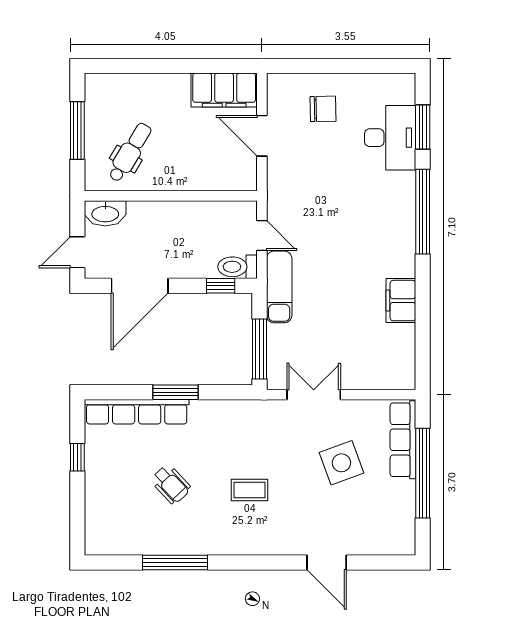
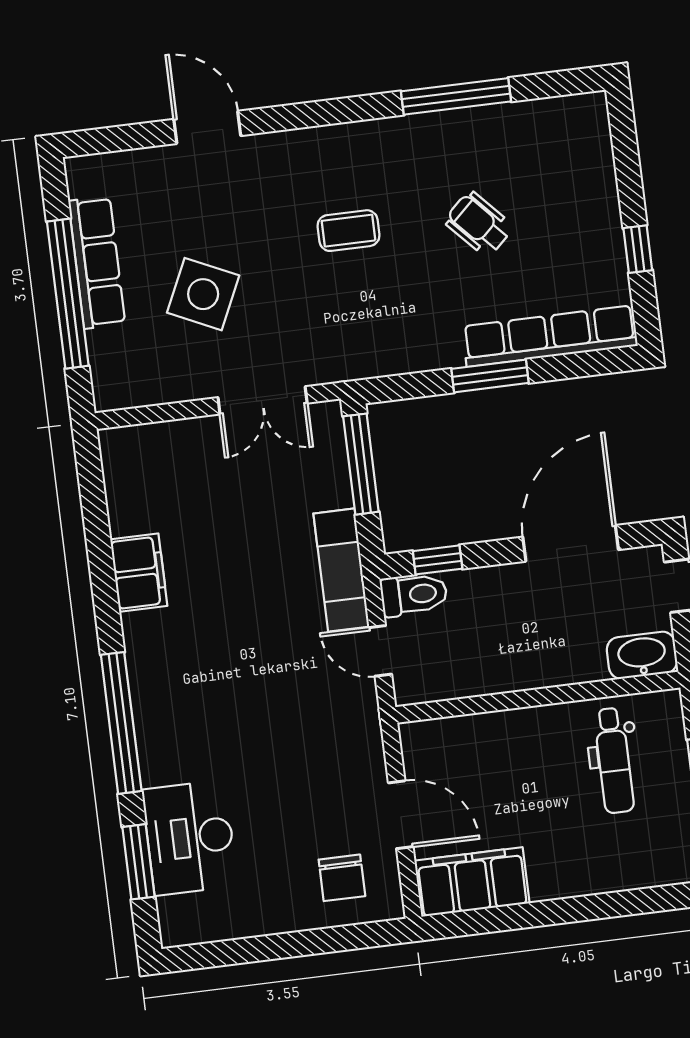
chair: (323, 109) -> (342, 878), moved, turned -89
dental chair: (130, 152) -> (614, 760), turned -31
row of seats: (403, 440) -> (97, 262), moved
side table: (341, 463) -> (203, 294), turned 45

